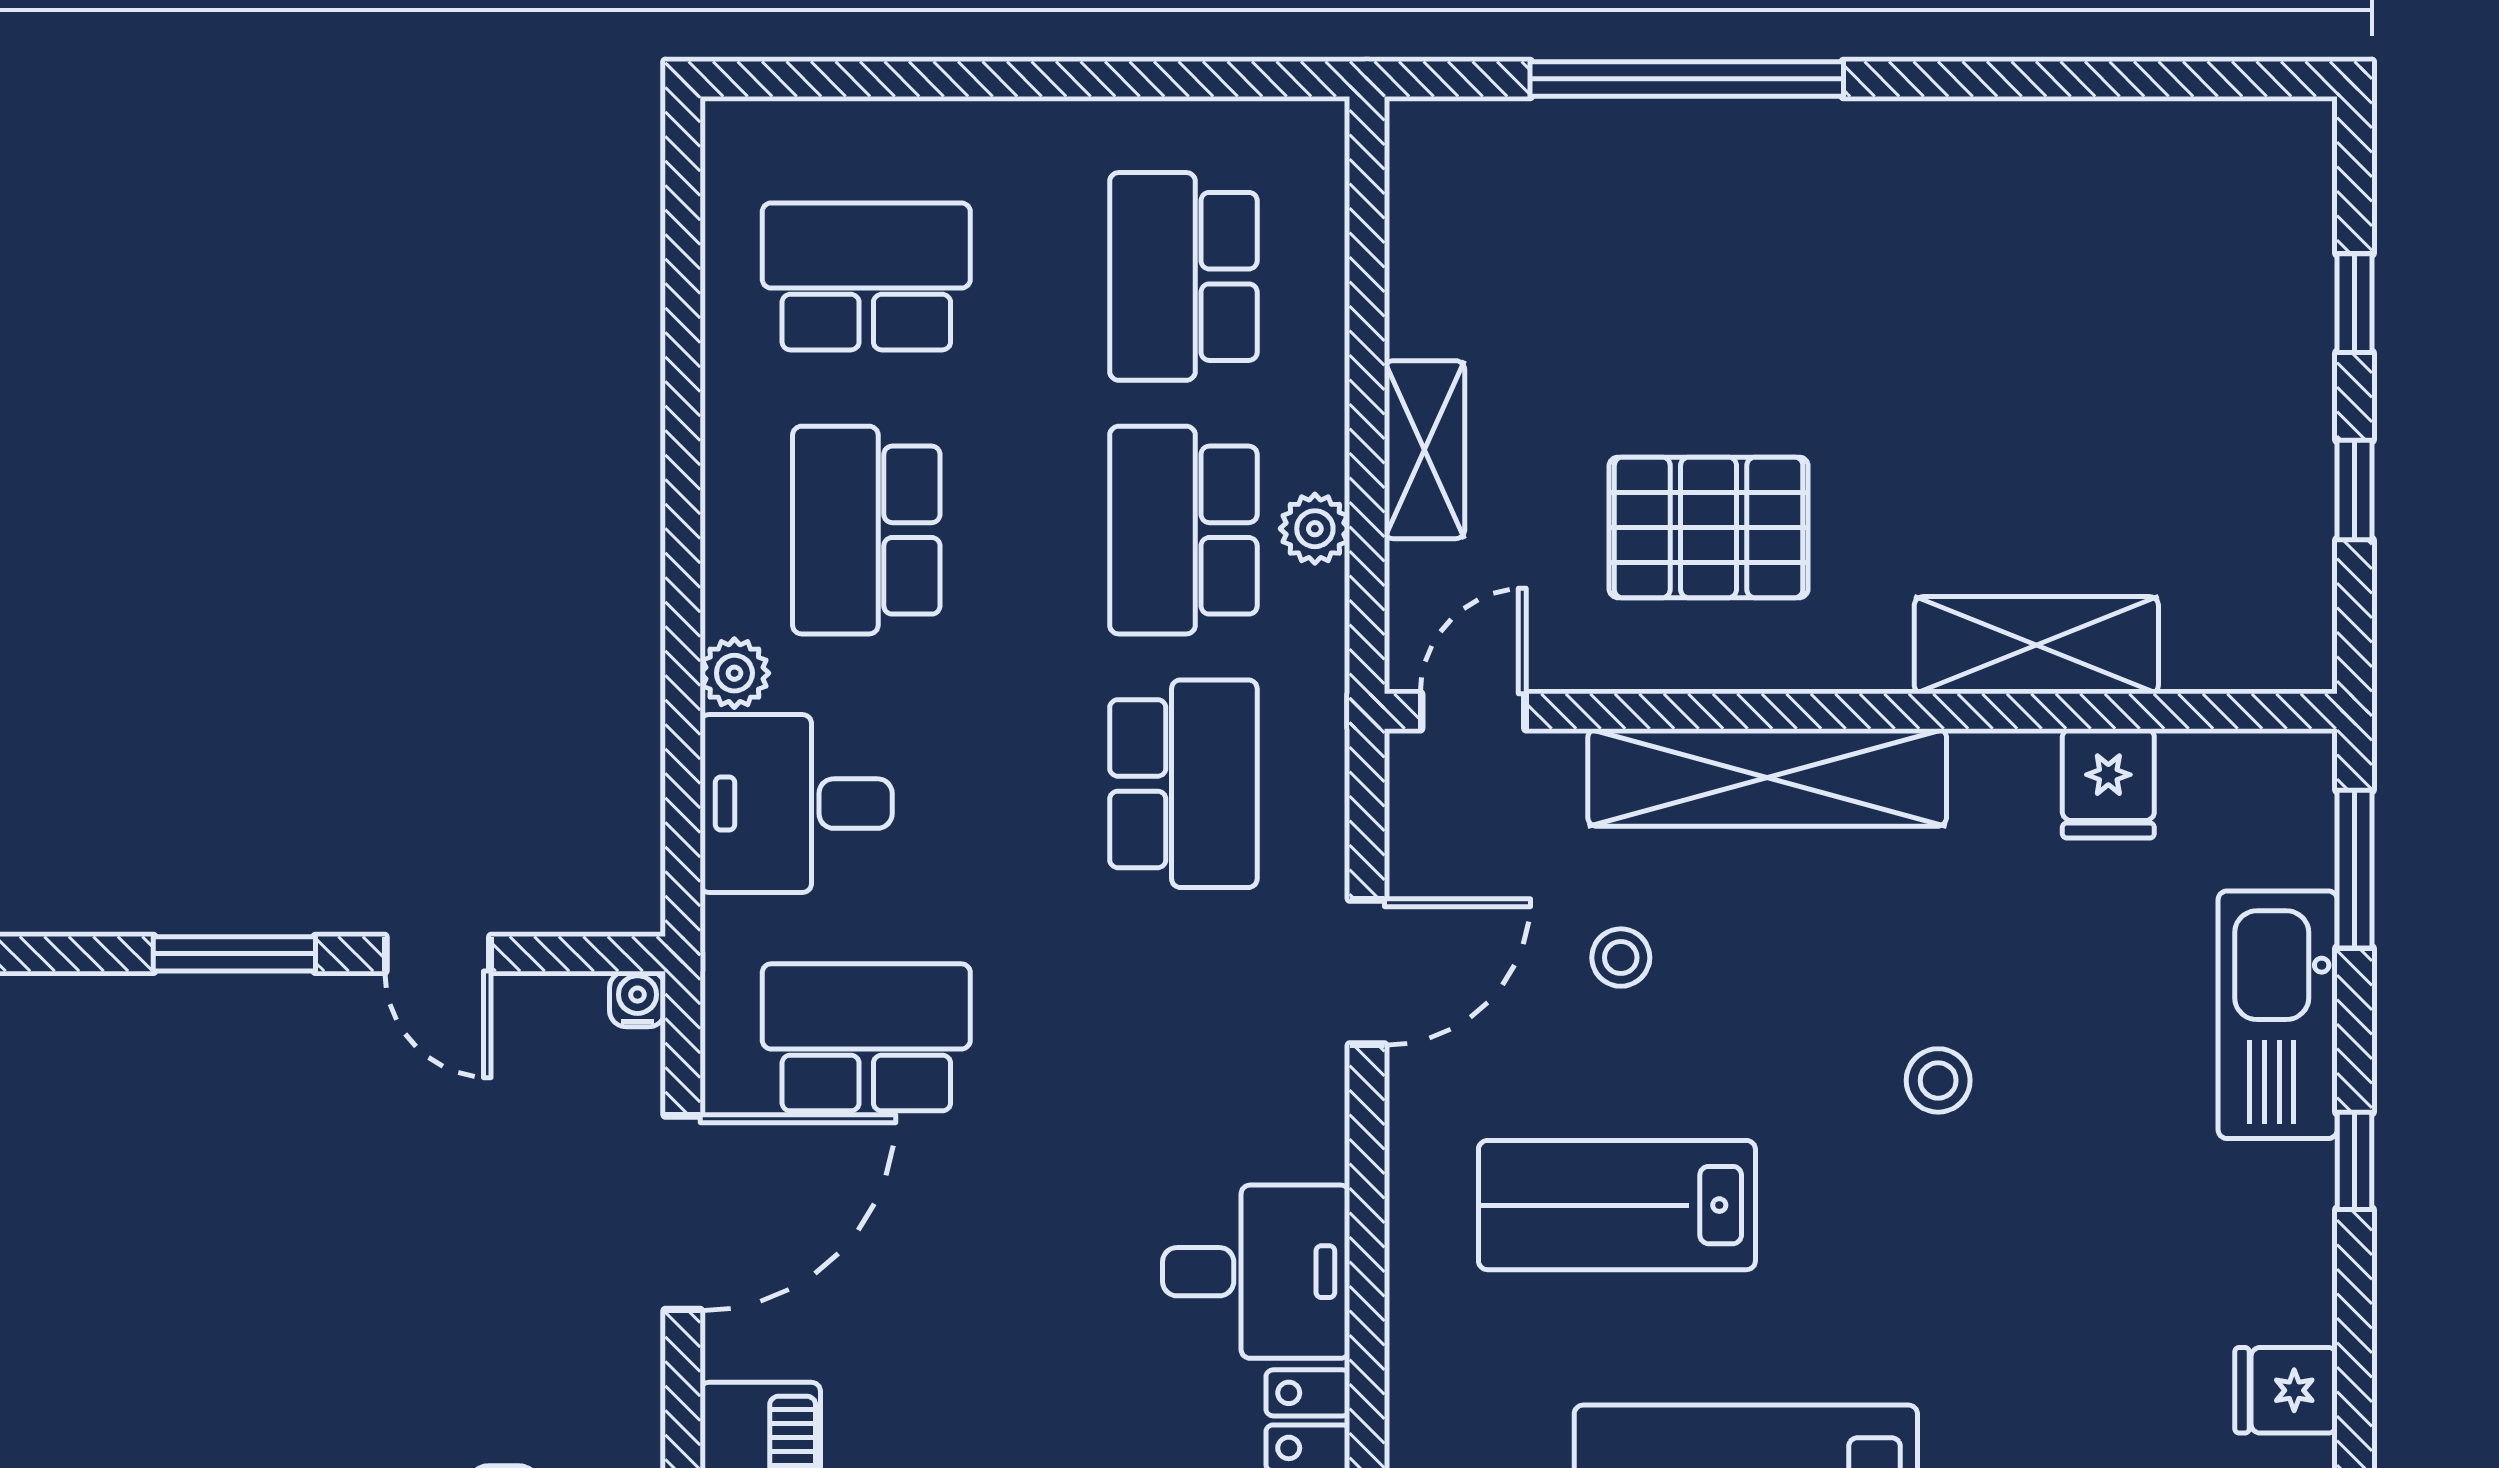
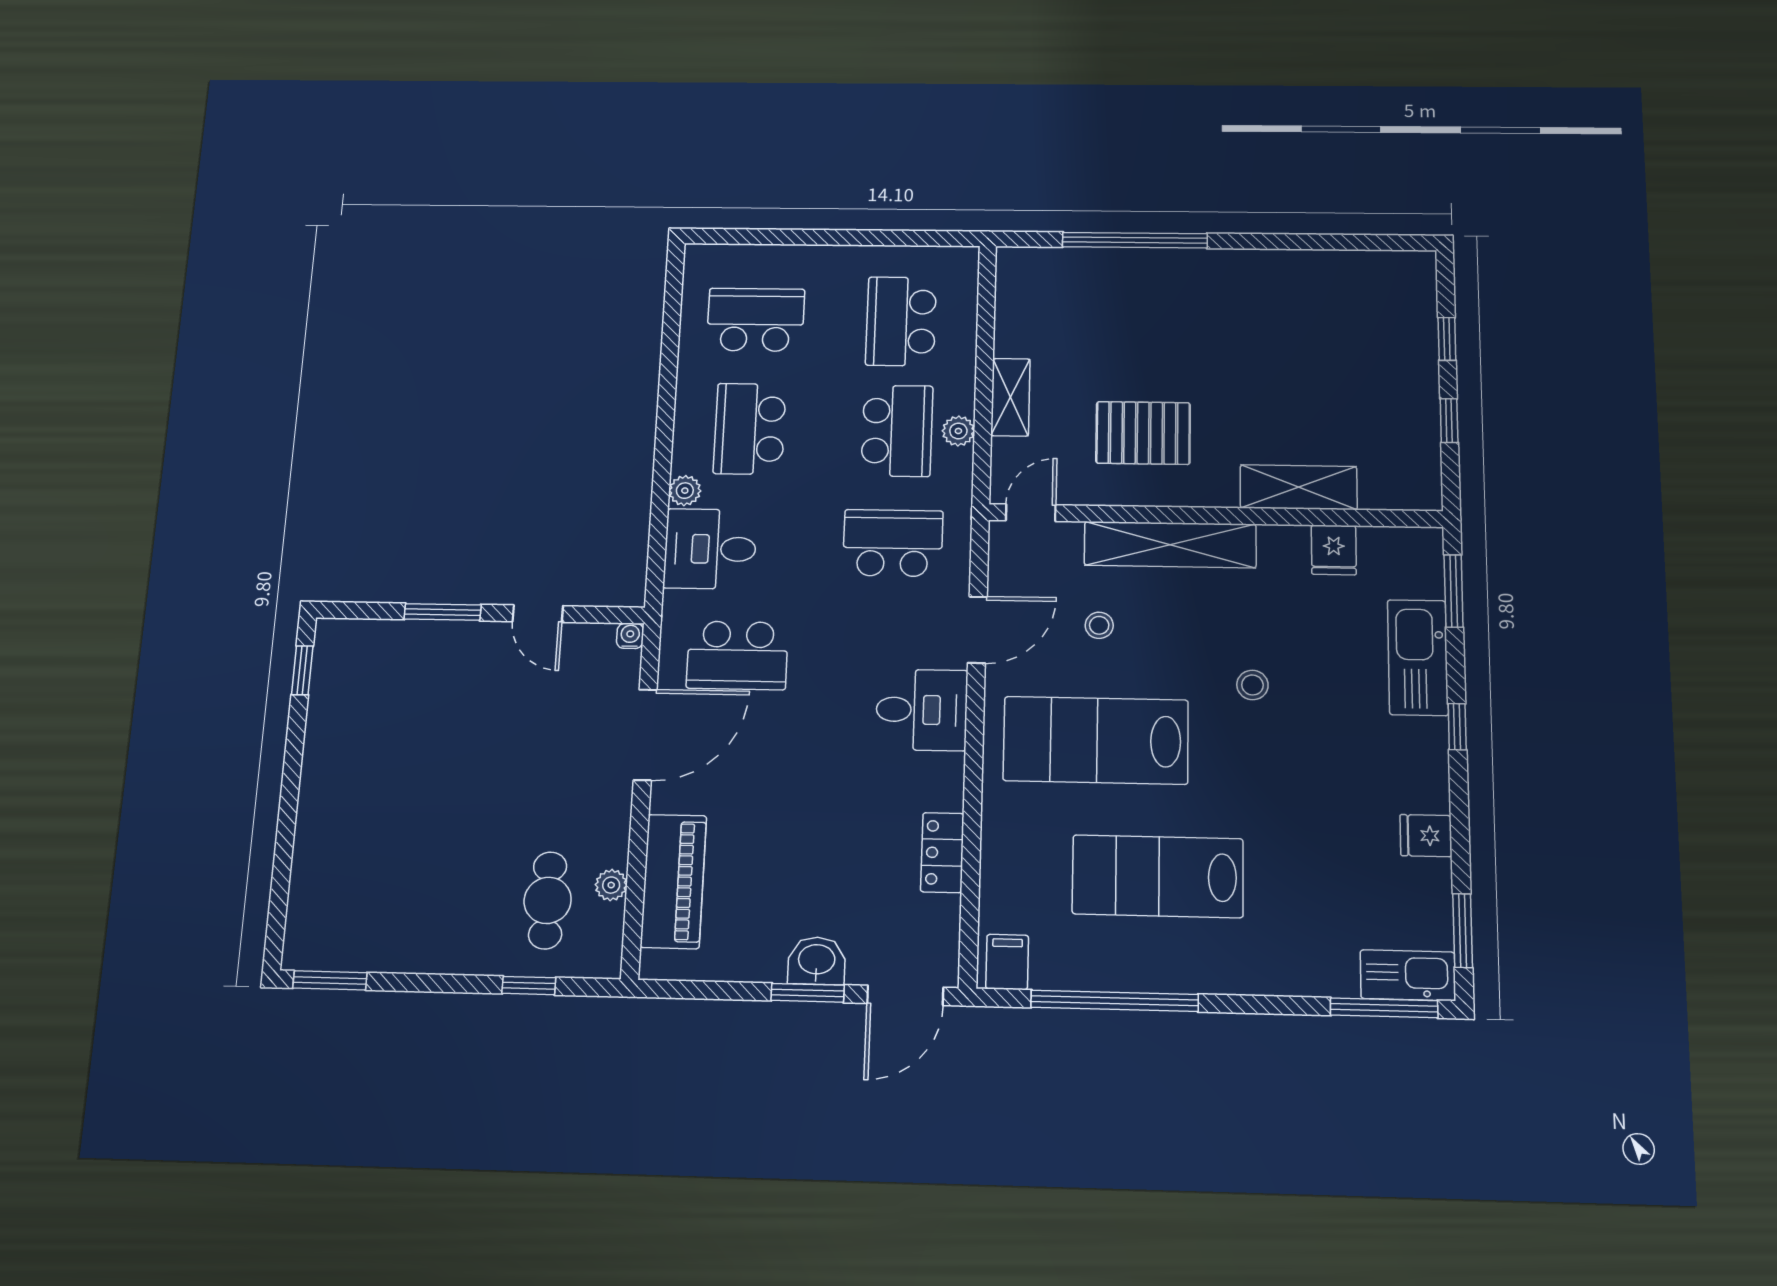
school desk: (1183, 530) -> (897, 431), turned 180
school desk: (1183, 784) -> (893, 543), turned -90
school desk: (866, 1037) -> (737, 655), turned 180
lab bench: (1617, 1205) -> (1096, 740), width x1.36, depth x1.39
desk: (1256, 1272) -> (922, 710), moved

